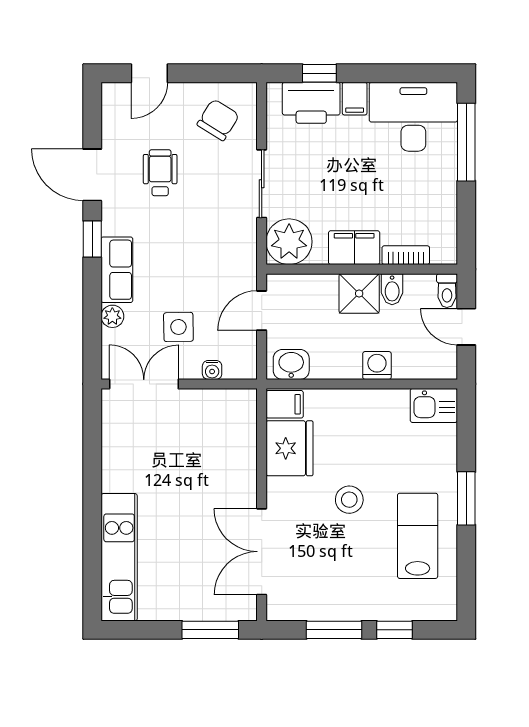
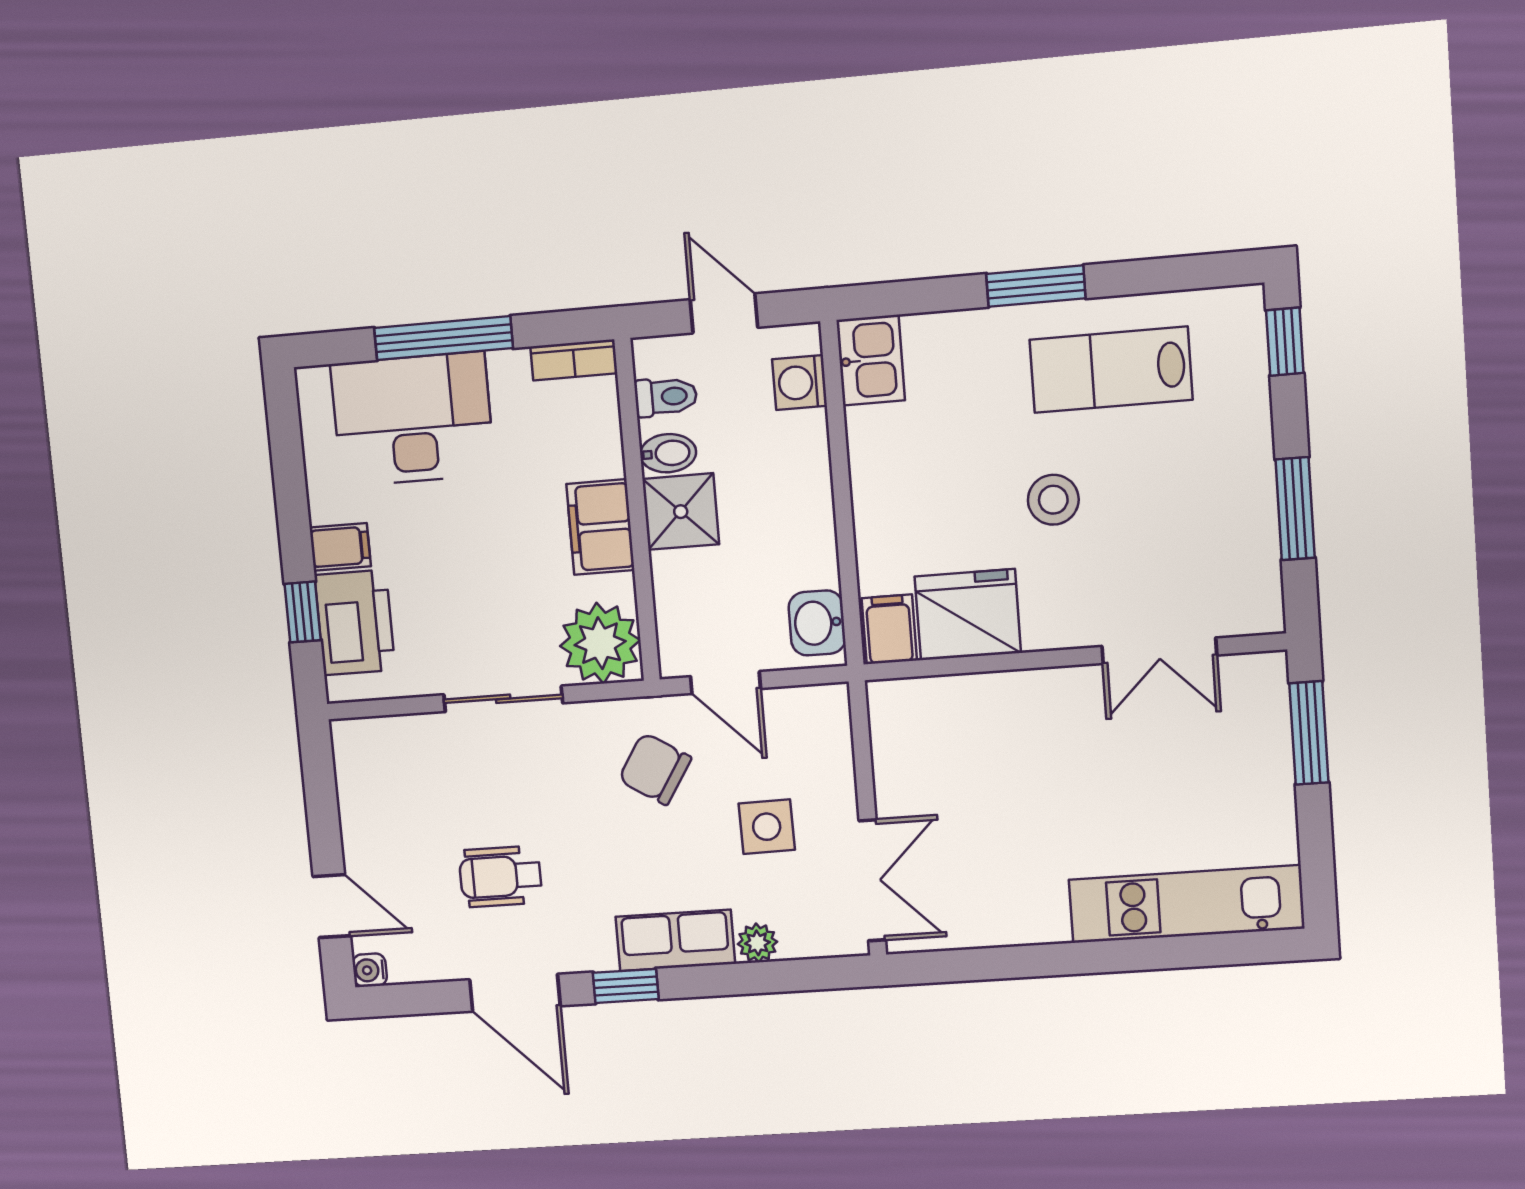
desk: (413, 117) -> (413, 419), moved, turned 90
chair: (218, 120) -> (655, 769), moved
window: (466, 142) -> (444, 338), moved
door: (92, 175) -> (515, 993), hinge flipped
bookcase: (406, 255) -> (574, 360), moved, turned -90
toilet: (447, 291) -> (666, 397), moved
door: (466, 327) -> (724, 313), swing flipped
washing machine: (377, 365) -> (800, 383), moved
water cooler: (212, 370) -> (370, 970), moved, turned 180
double door: (144, 384) -> (872, 880), swing flipped
double door: (262, 552) -> (1159, 651), width x0.73
window: (394, 630) -> (1285, 342), moved

